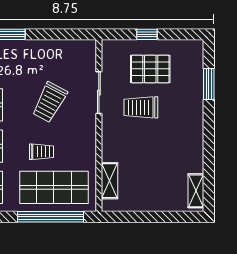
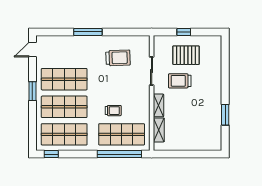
window: (209, 84) -> (225, 115), moved
trolley: (50, 102) -> (118, 58), moved, turned -120
shelving: (196, 191) -> (158, 105), moved

